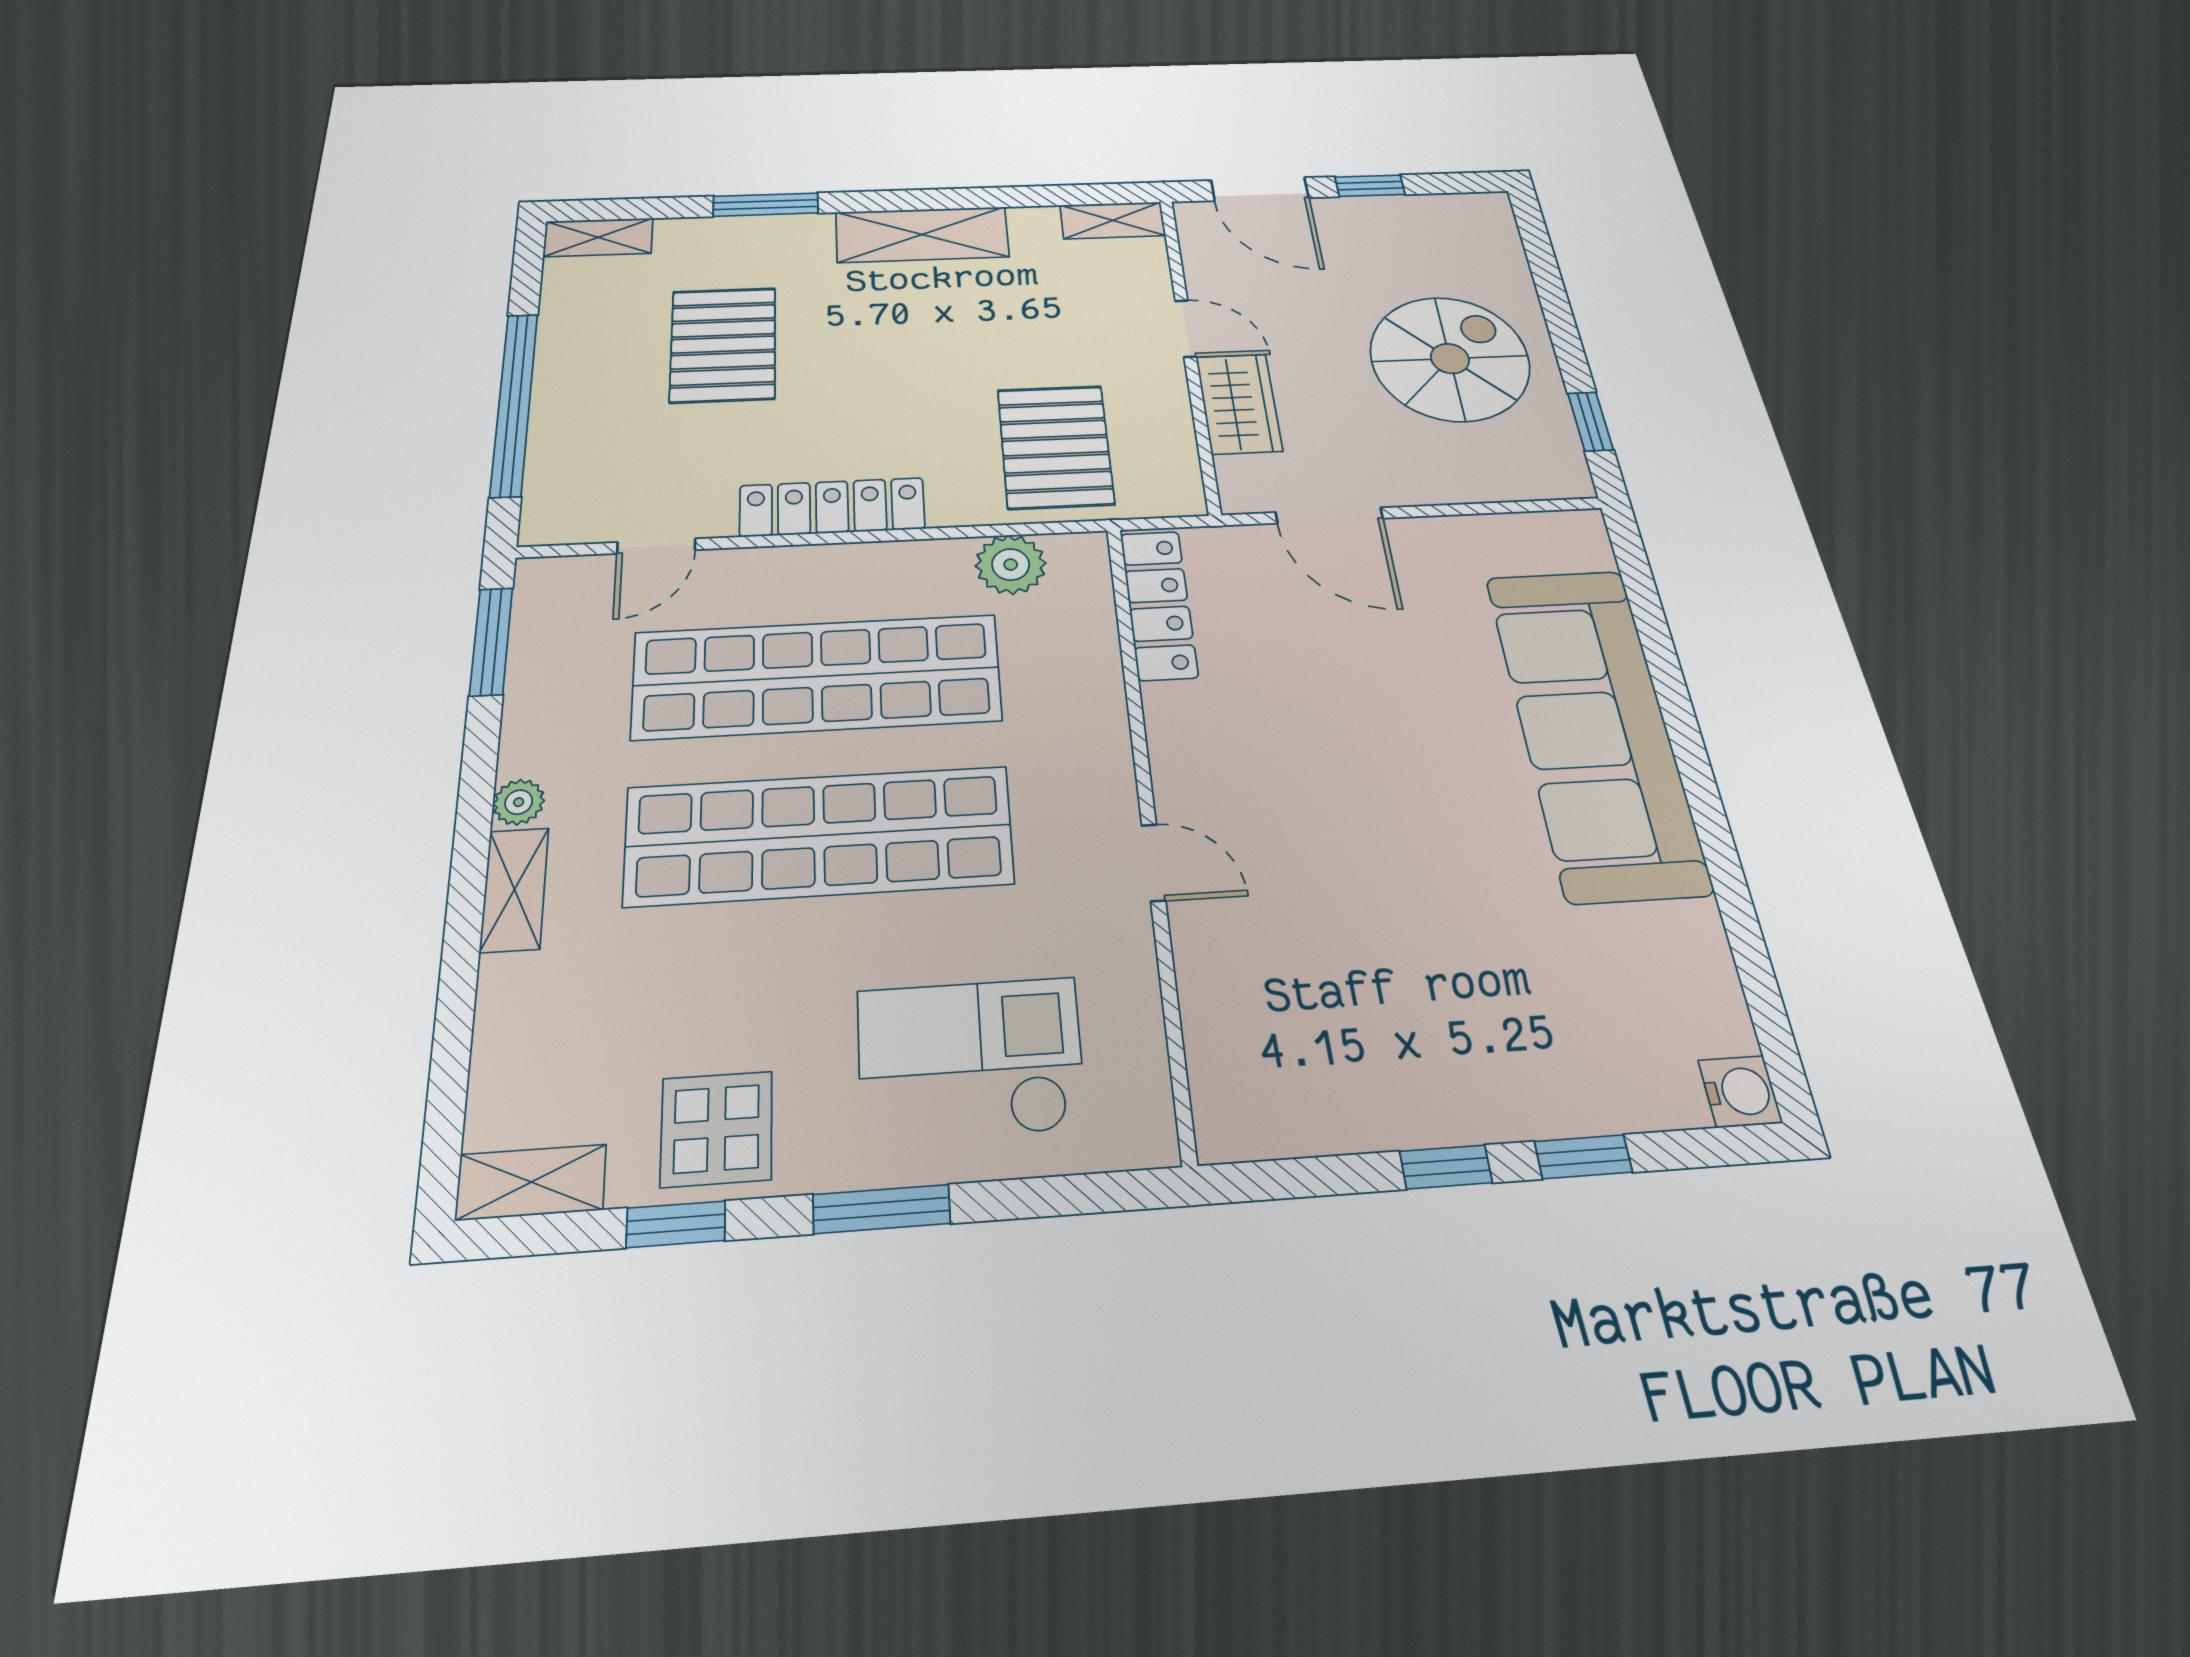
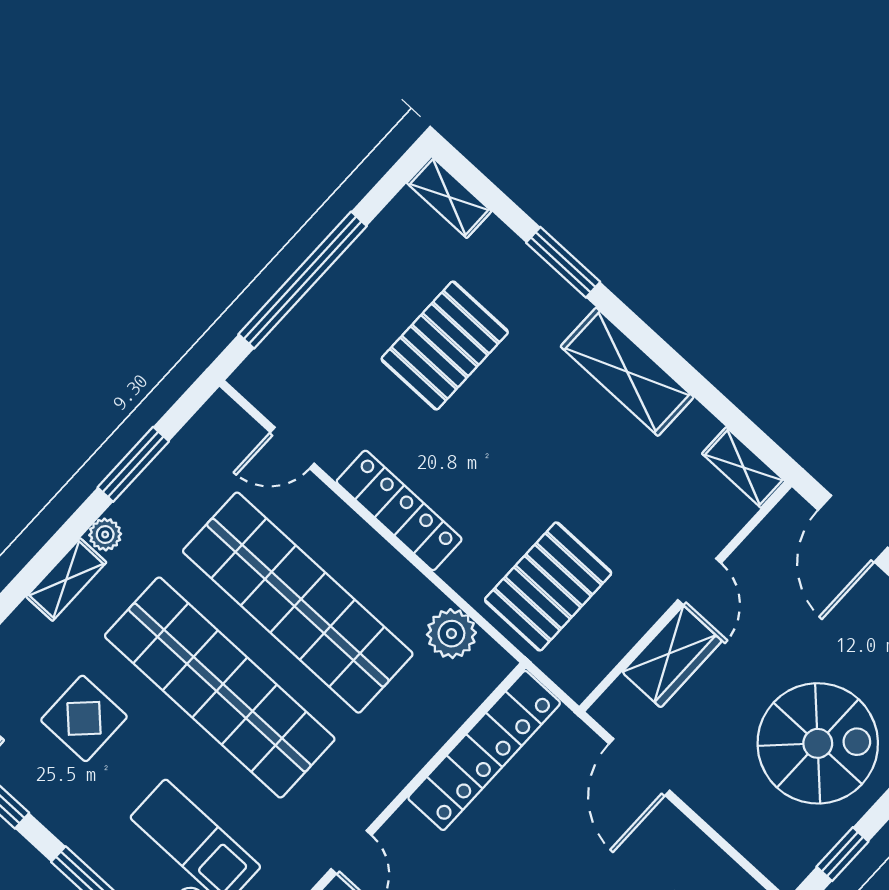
locker: (1159, 605) -> (484, 750), width x1.41, depth x1.21
window: (491, 641) -> (133, 464), moved
display table: (717, 1129) -> (84, 718), moved

